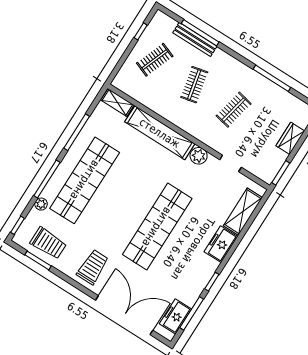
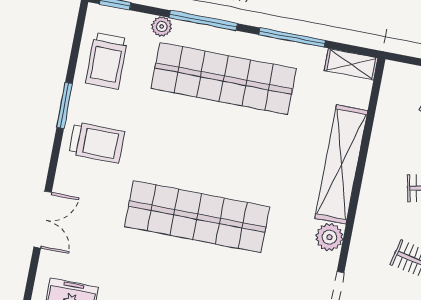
shelving: (117, 103) -> (351, 64), moved, turned 90
window: (38, 260) -> (65, 105), moved
double door: (124, 315) -> (43, 220), width x0.54

